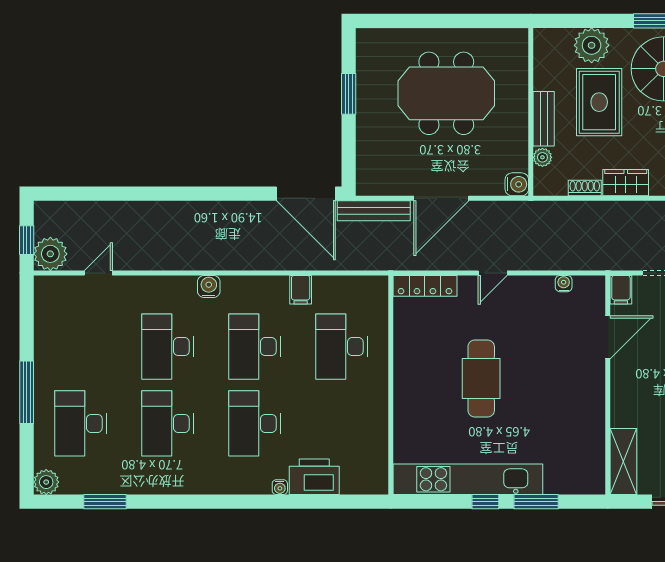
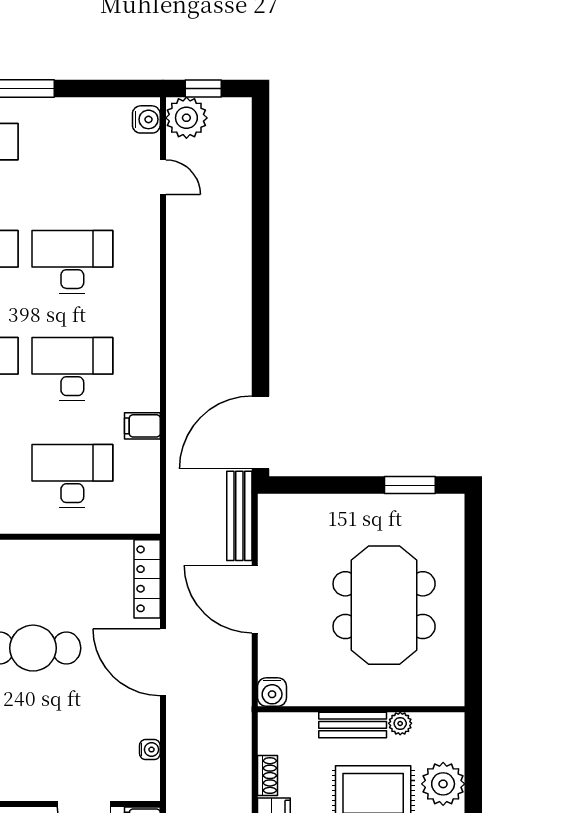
window: (349, 94) -> (410, 485), moved
plant: (542, 157) -> (400, 723), moved
door: (493, 273) -> (163, 662), width x1.88
water cooler: (209, 286) -> (146, 119), moved

